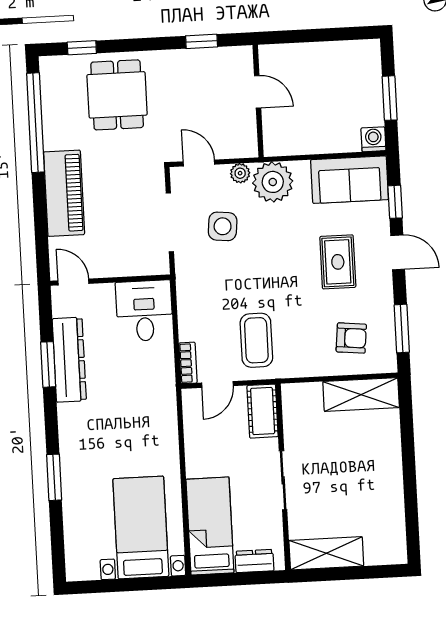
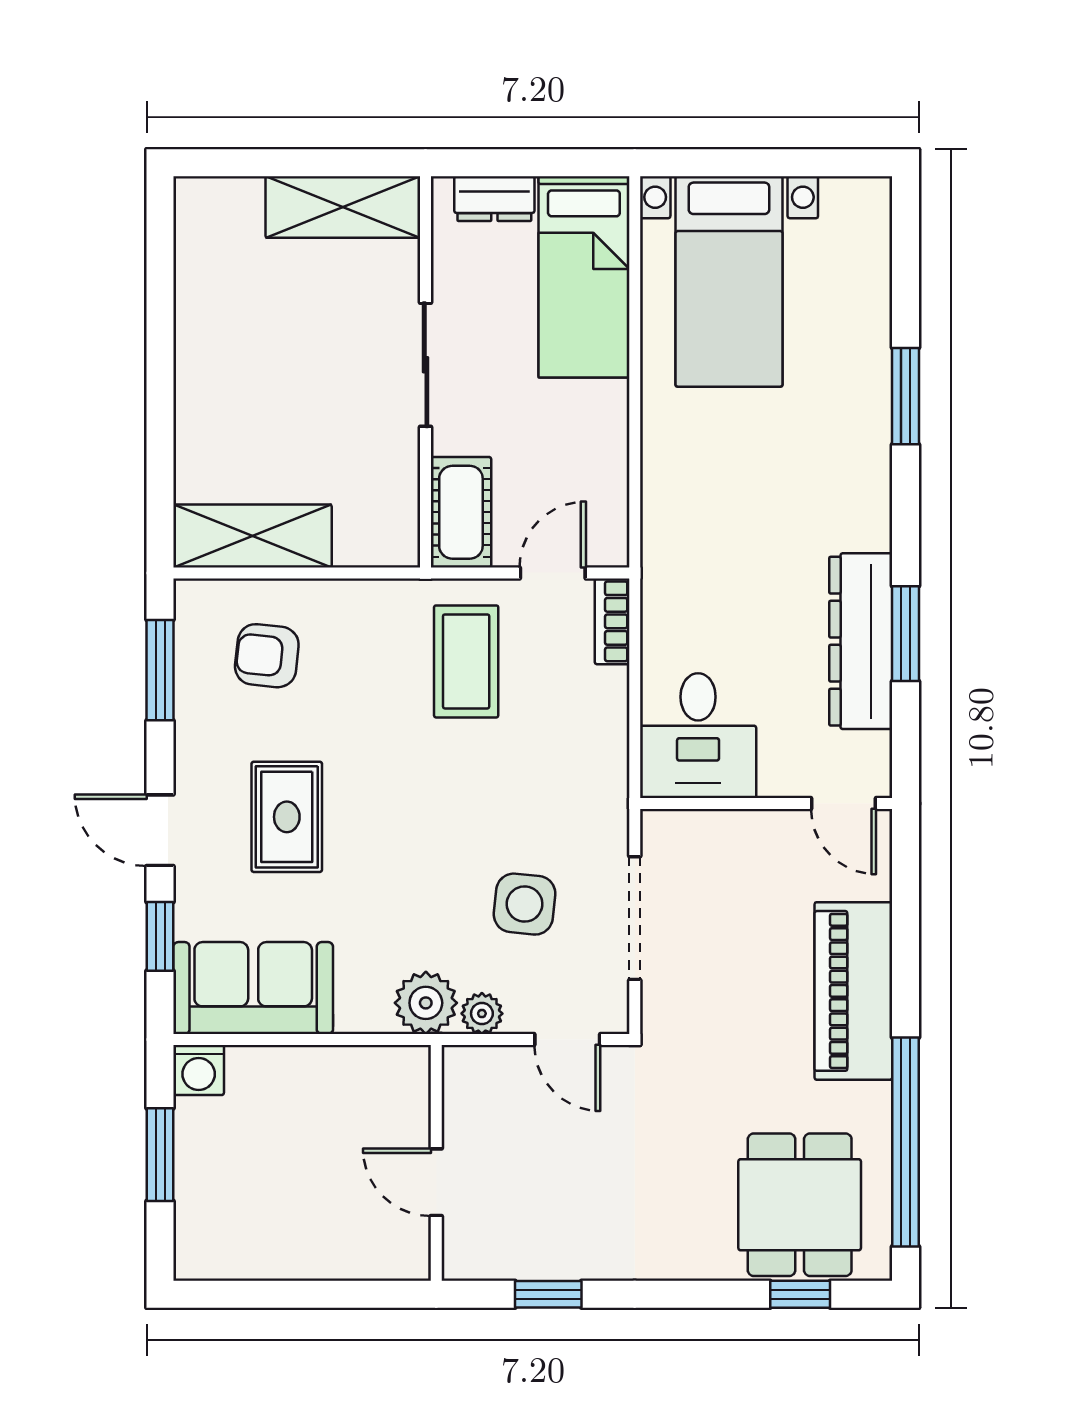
dining table: (117, 95) -> (800, 1205), moved
plant: (273, 182) -> (426, 1003), width x0.73, depth x0.73

